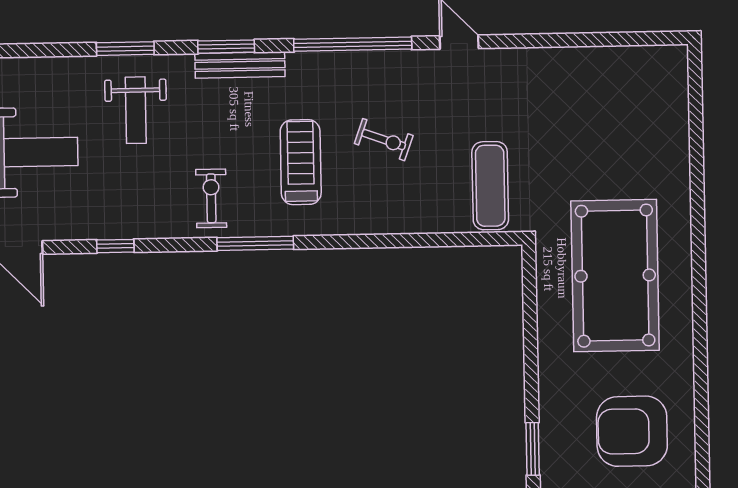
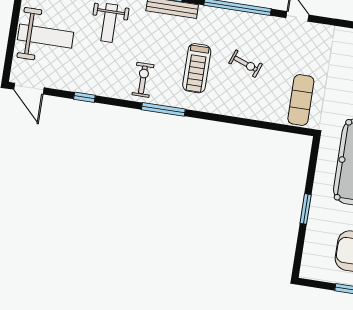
treadmill: (301, 162) -> (197, 68), turned 180
window: (533, 449) -> (306, 209), moved

